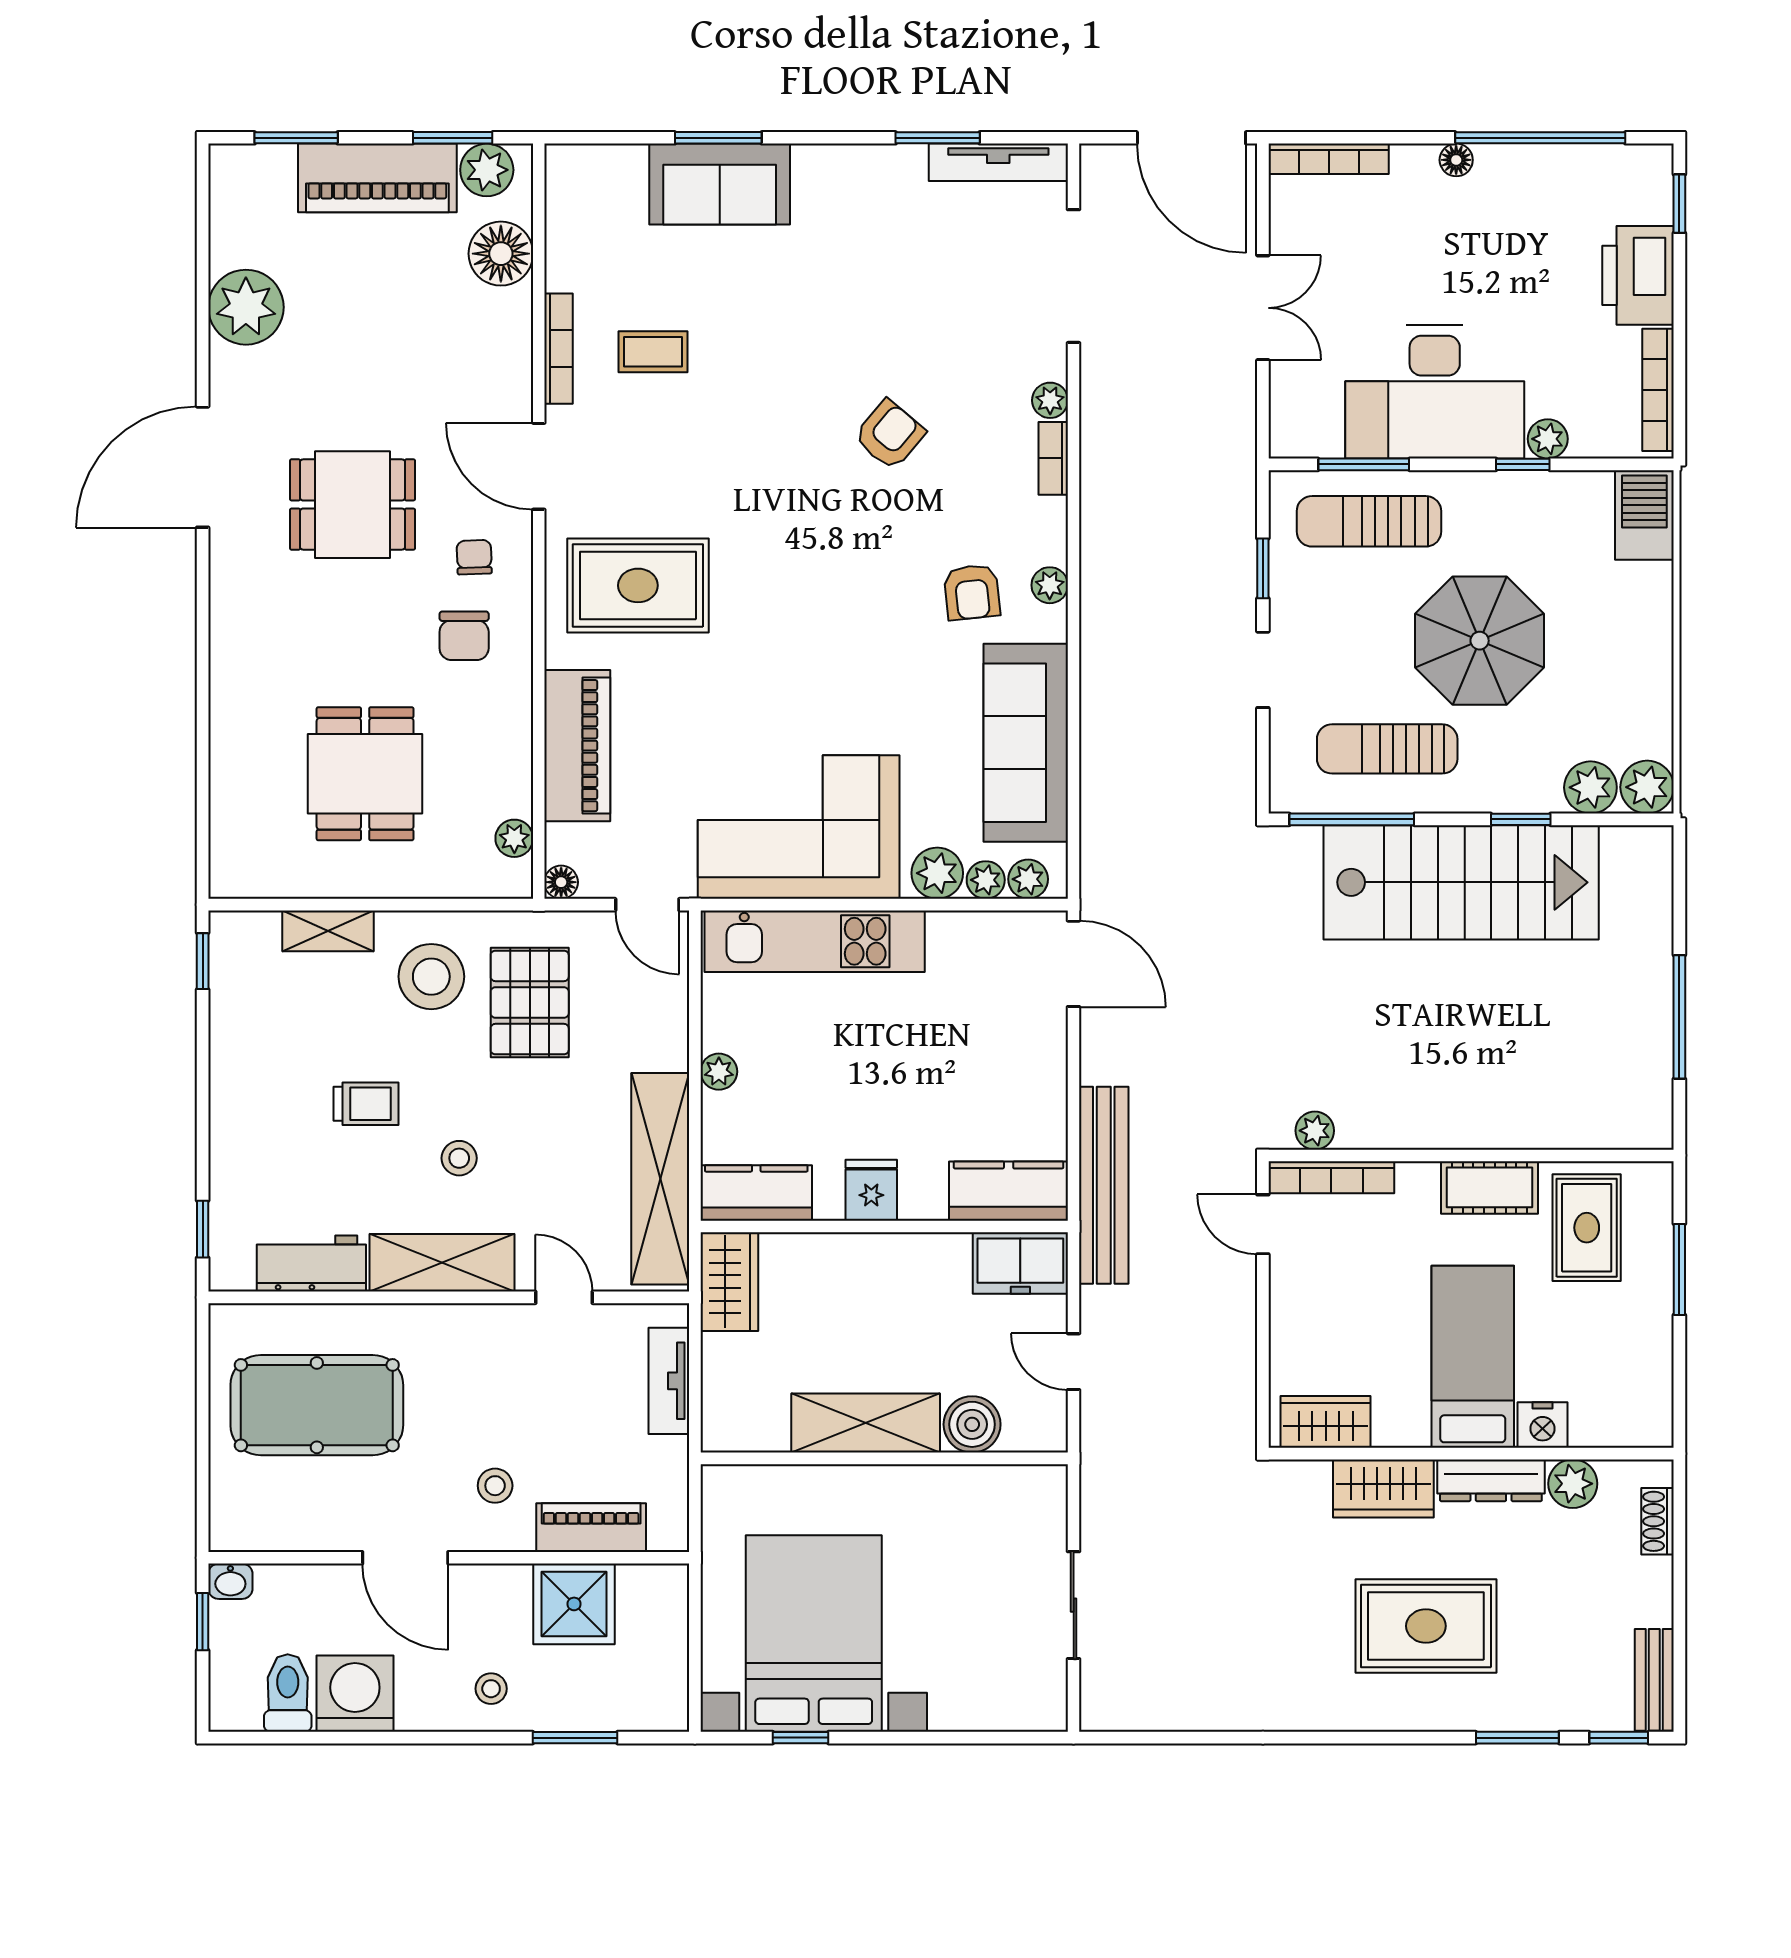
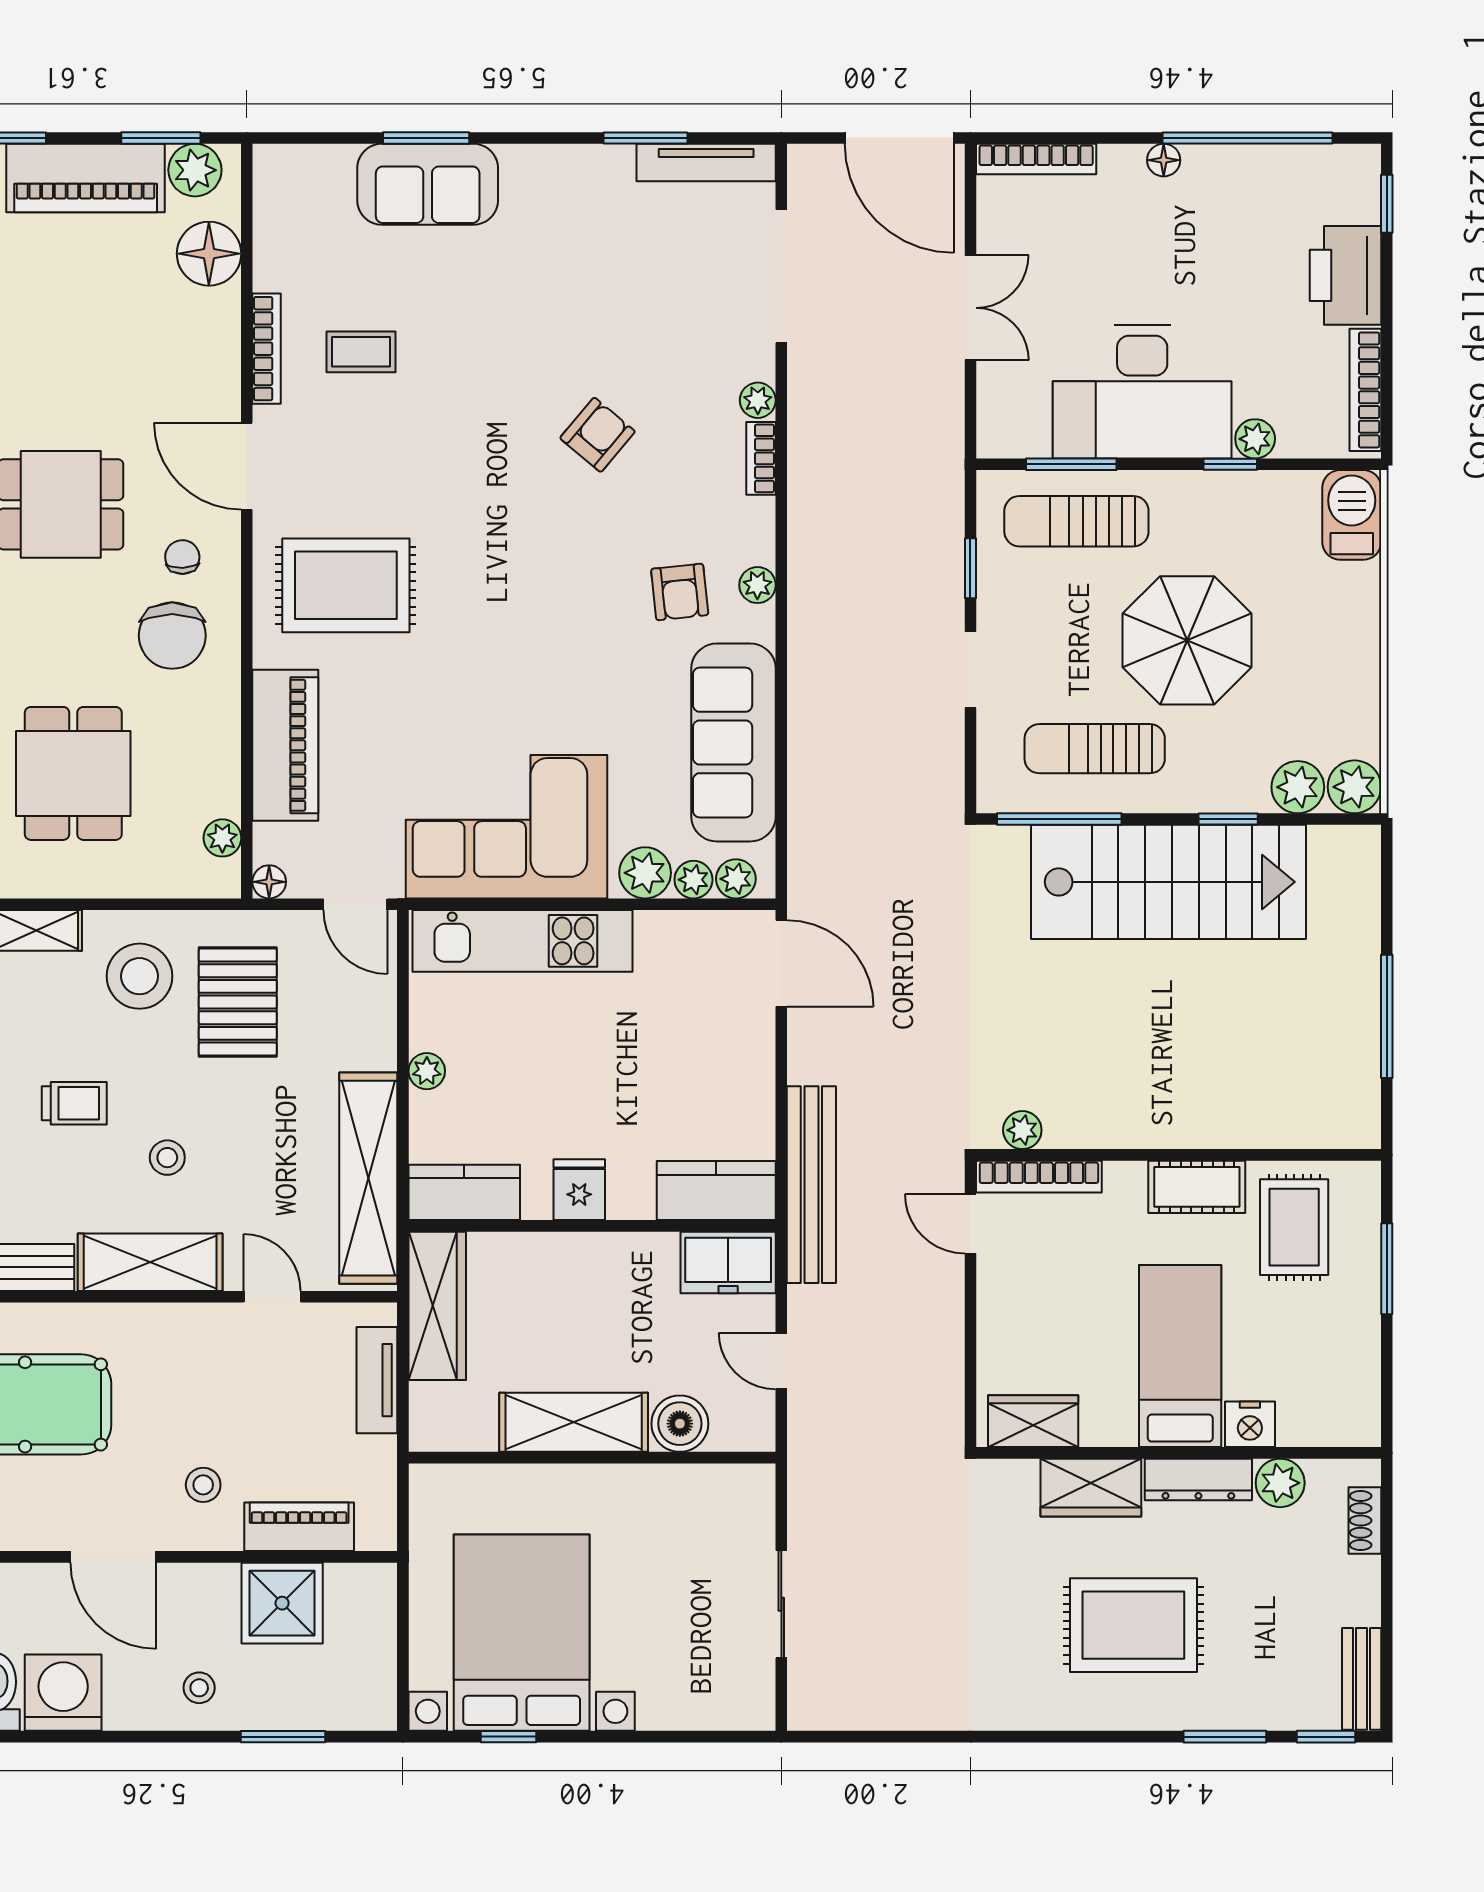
chair: (464, 636) -> (172, 636), width x1.37, depth x1.37
wardrobe: (729, 1282) -> (437, 1306), width x1.50

